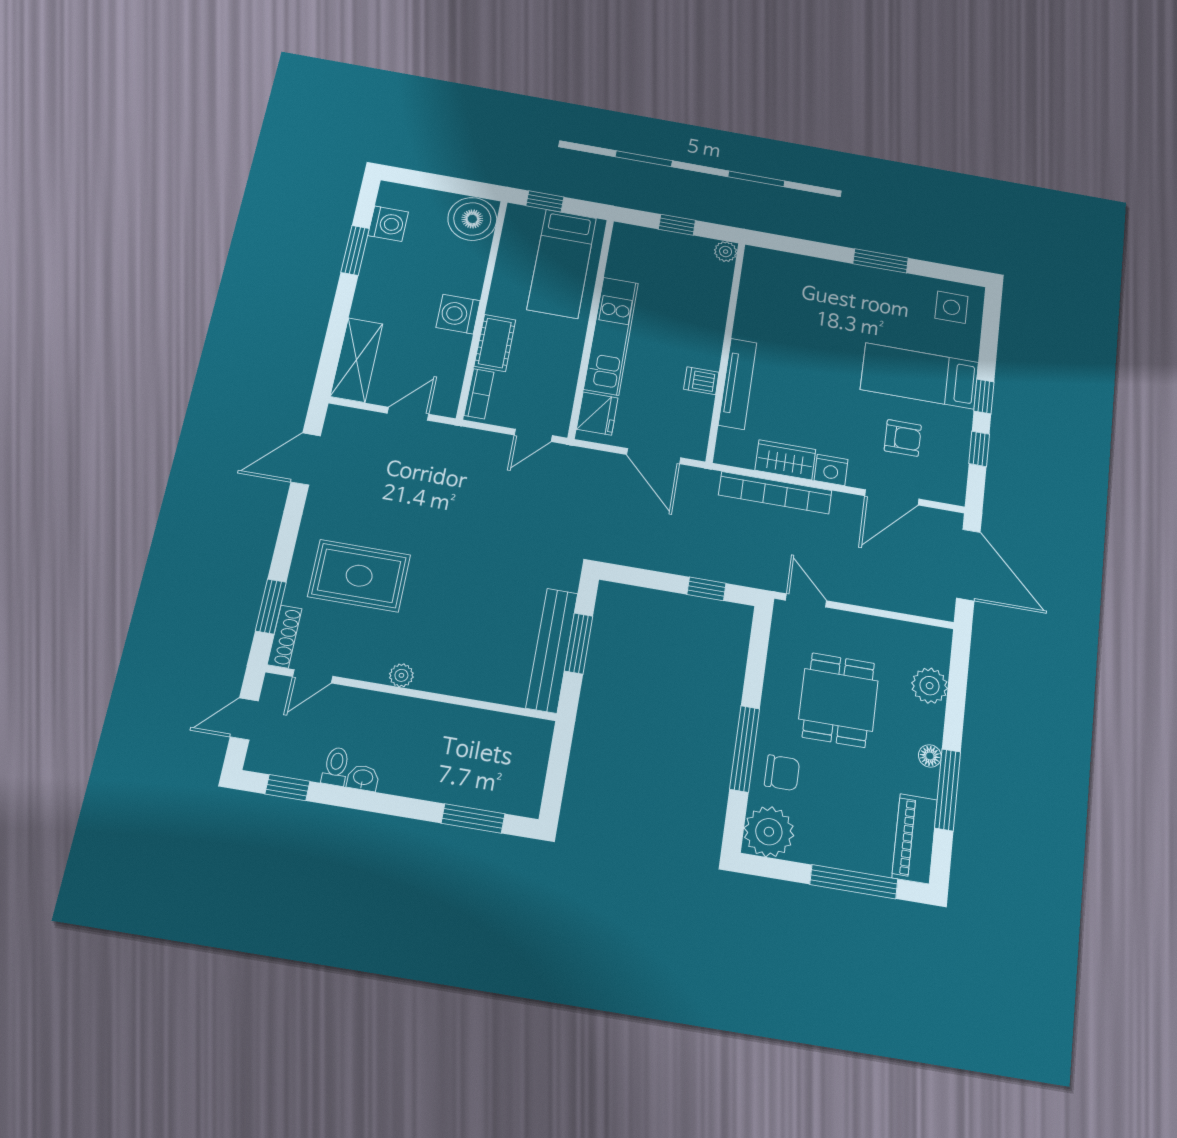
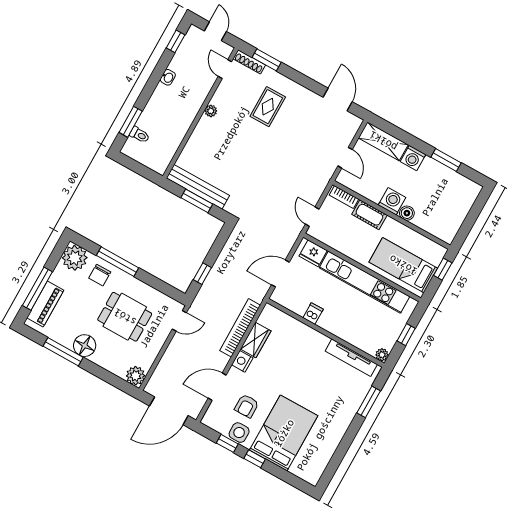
boiler: (472, 219) -> (407, 213), moved, width x0.54, depth x0.54
washing machine: (388, 224) -> (413, 158), moved
window: (881, 261) -> (369, 402), moved
side table: (951, 307) -> (239, 433), moved
kitchen unit: (611, 336) -> (364, 282), width x1.36
bed: (920, 376) -> (284, 433), width x1.50
tv unit: (738, 384) -> (351, 358), moved
door: (892, 497) -> (217, 387), hinge flipped
rug: (359, 576) -> (268, 107), width x0.73, depth x0.70
plant: (930, 686) -> (136, 376), moved
floor lamp: (930, 756) -> (85, 346), width x1.89, depth x1.89
toilet: (336, 766) -> (140, 135), moved
piano: (915, 839) -> (45, 304), moved, turned 90

